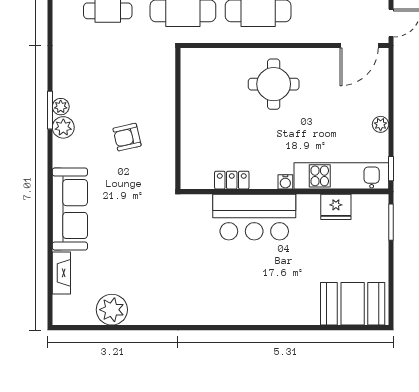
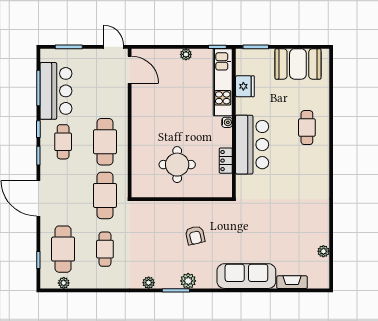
round table: (274, 84) -> (177, 165), moved
plant: (61, 107) -> (149, 283), moved
cafe table: (278, 294) -> (307, 128), added
booth: (353, 304) -> (298, 64), moved, turned 90
plant: (112, 310) -> (323, 251), width x0.53, depth x0.53

